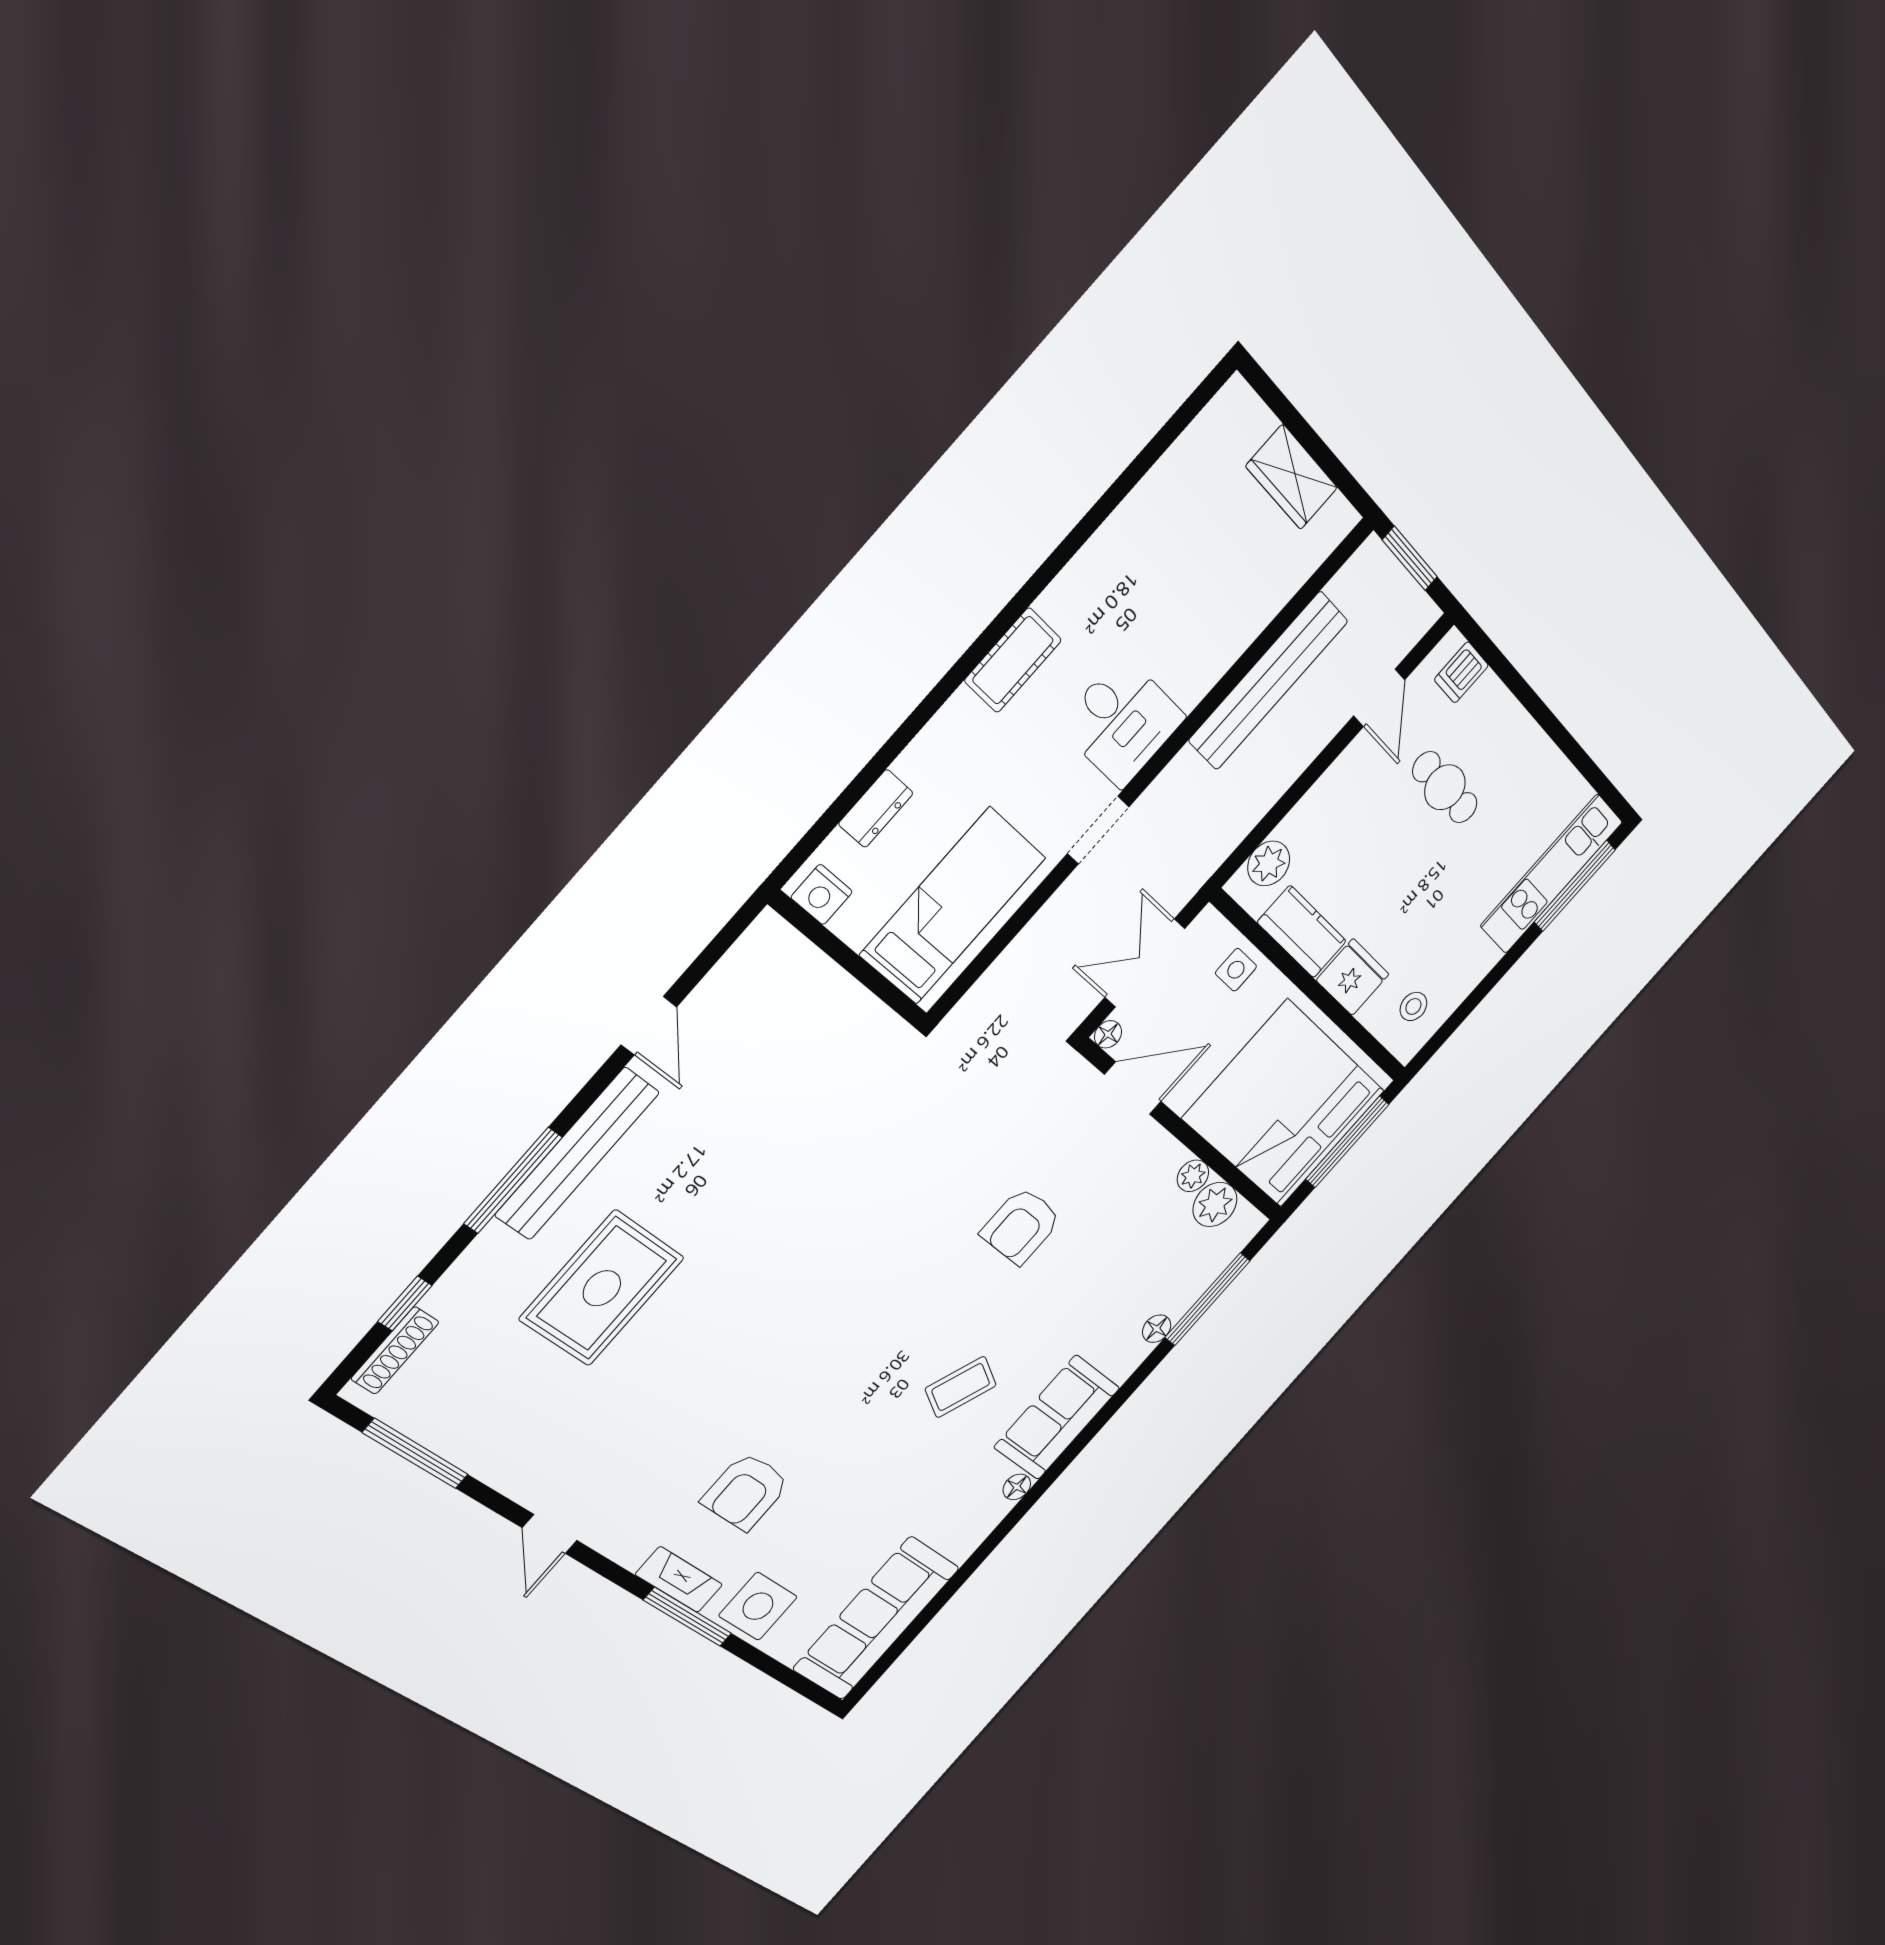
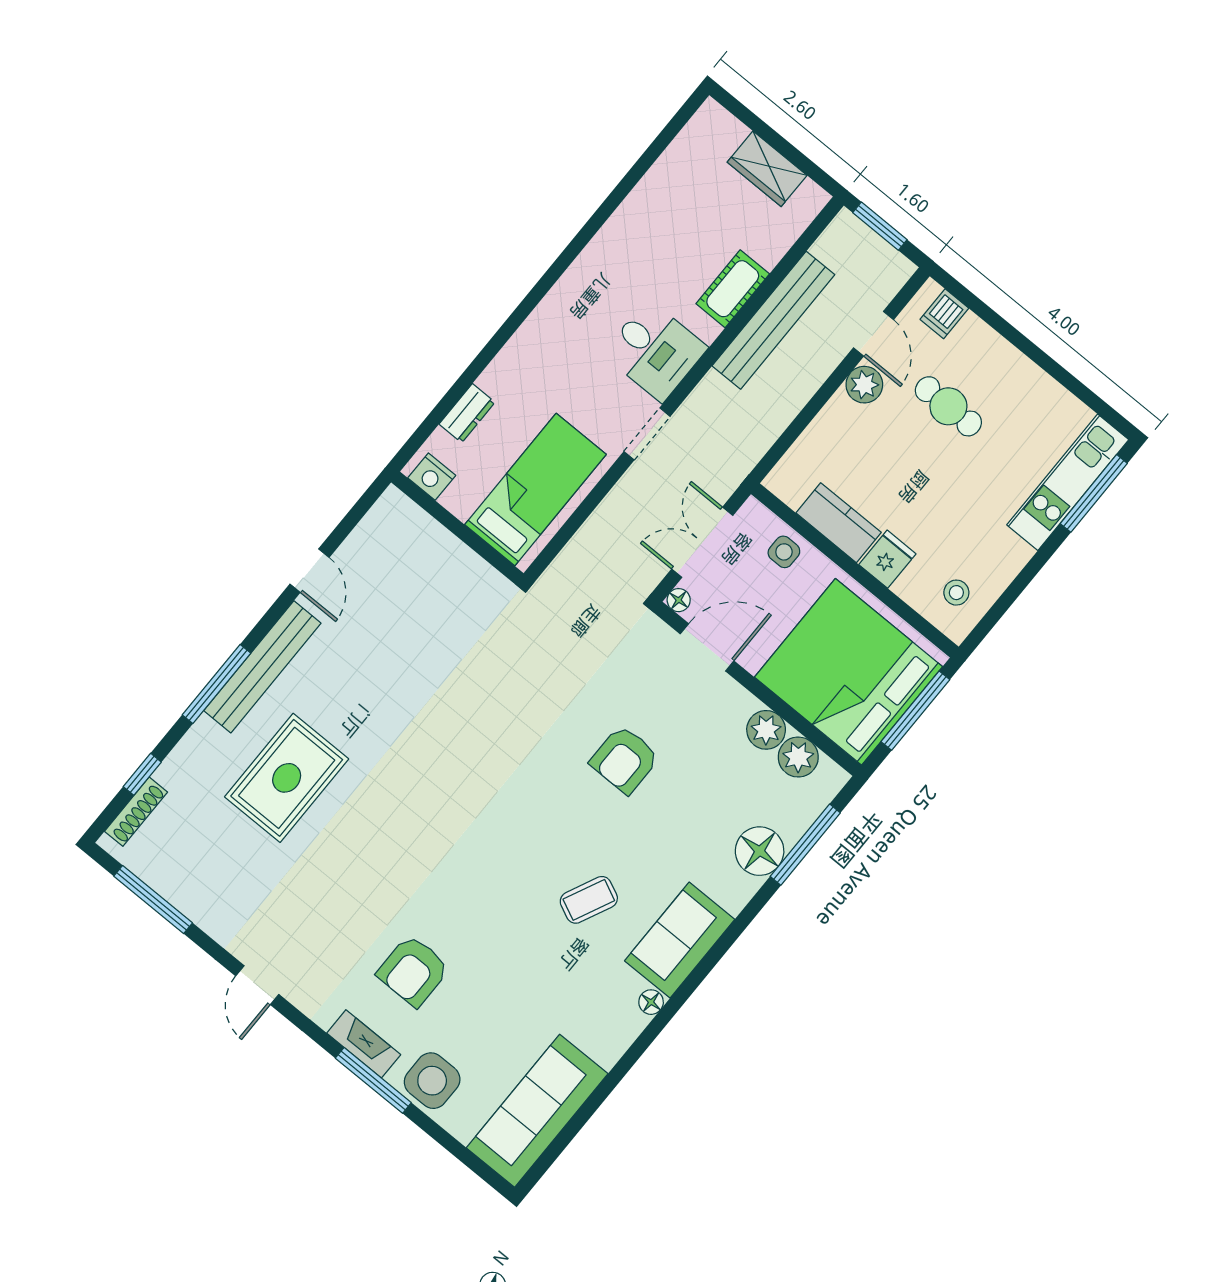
cot: (1013, 660) -> (733, 289), moved
plant: (1269, 863) -> (864, 385), moved
fridge: (1353, 977) -> (887, 559), width x0.72
plant: (1193, 1176) -> (766, 730), width x1.38, depth x1.38
floor lamp: (1157, 1329) -> (760, 851), width x1.89, depth x1.89

